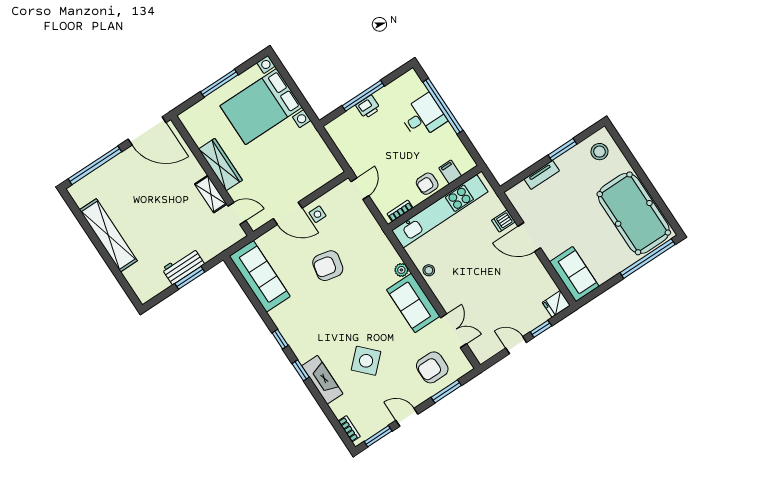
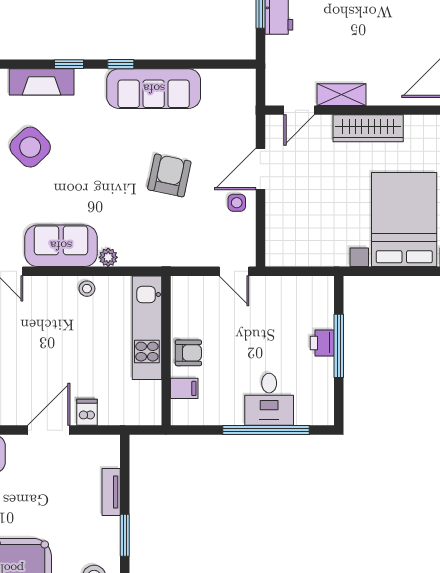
armchair: (427, 184) -> (188, 353), turned 90
bookcase: (400, 211) -> (178, 301), removed
kitchen unit: (440, 211) -> (147, 328), width x0.73
sofa: (260, 276) -> (154, 89), moved

